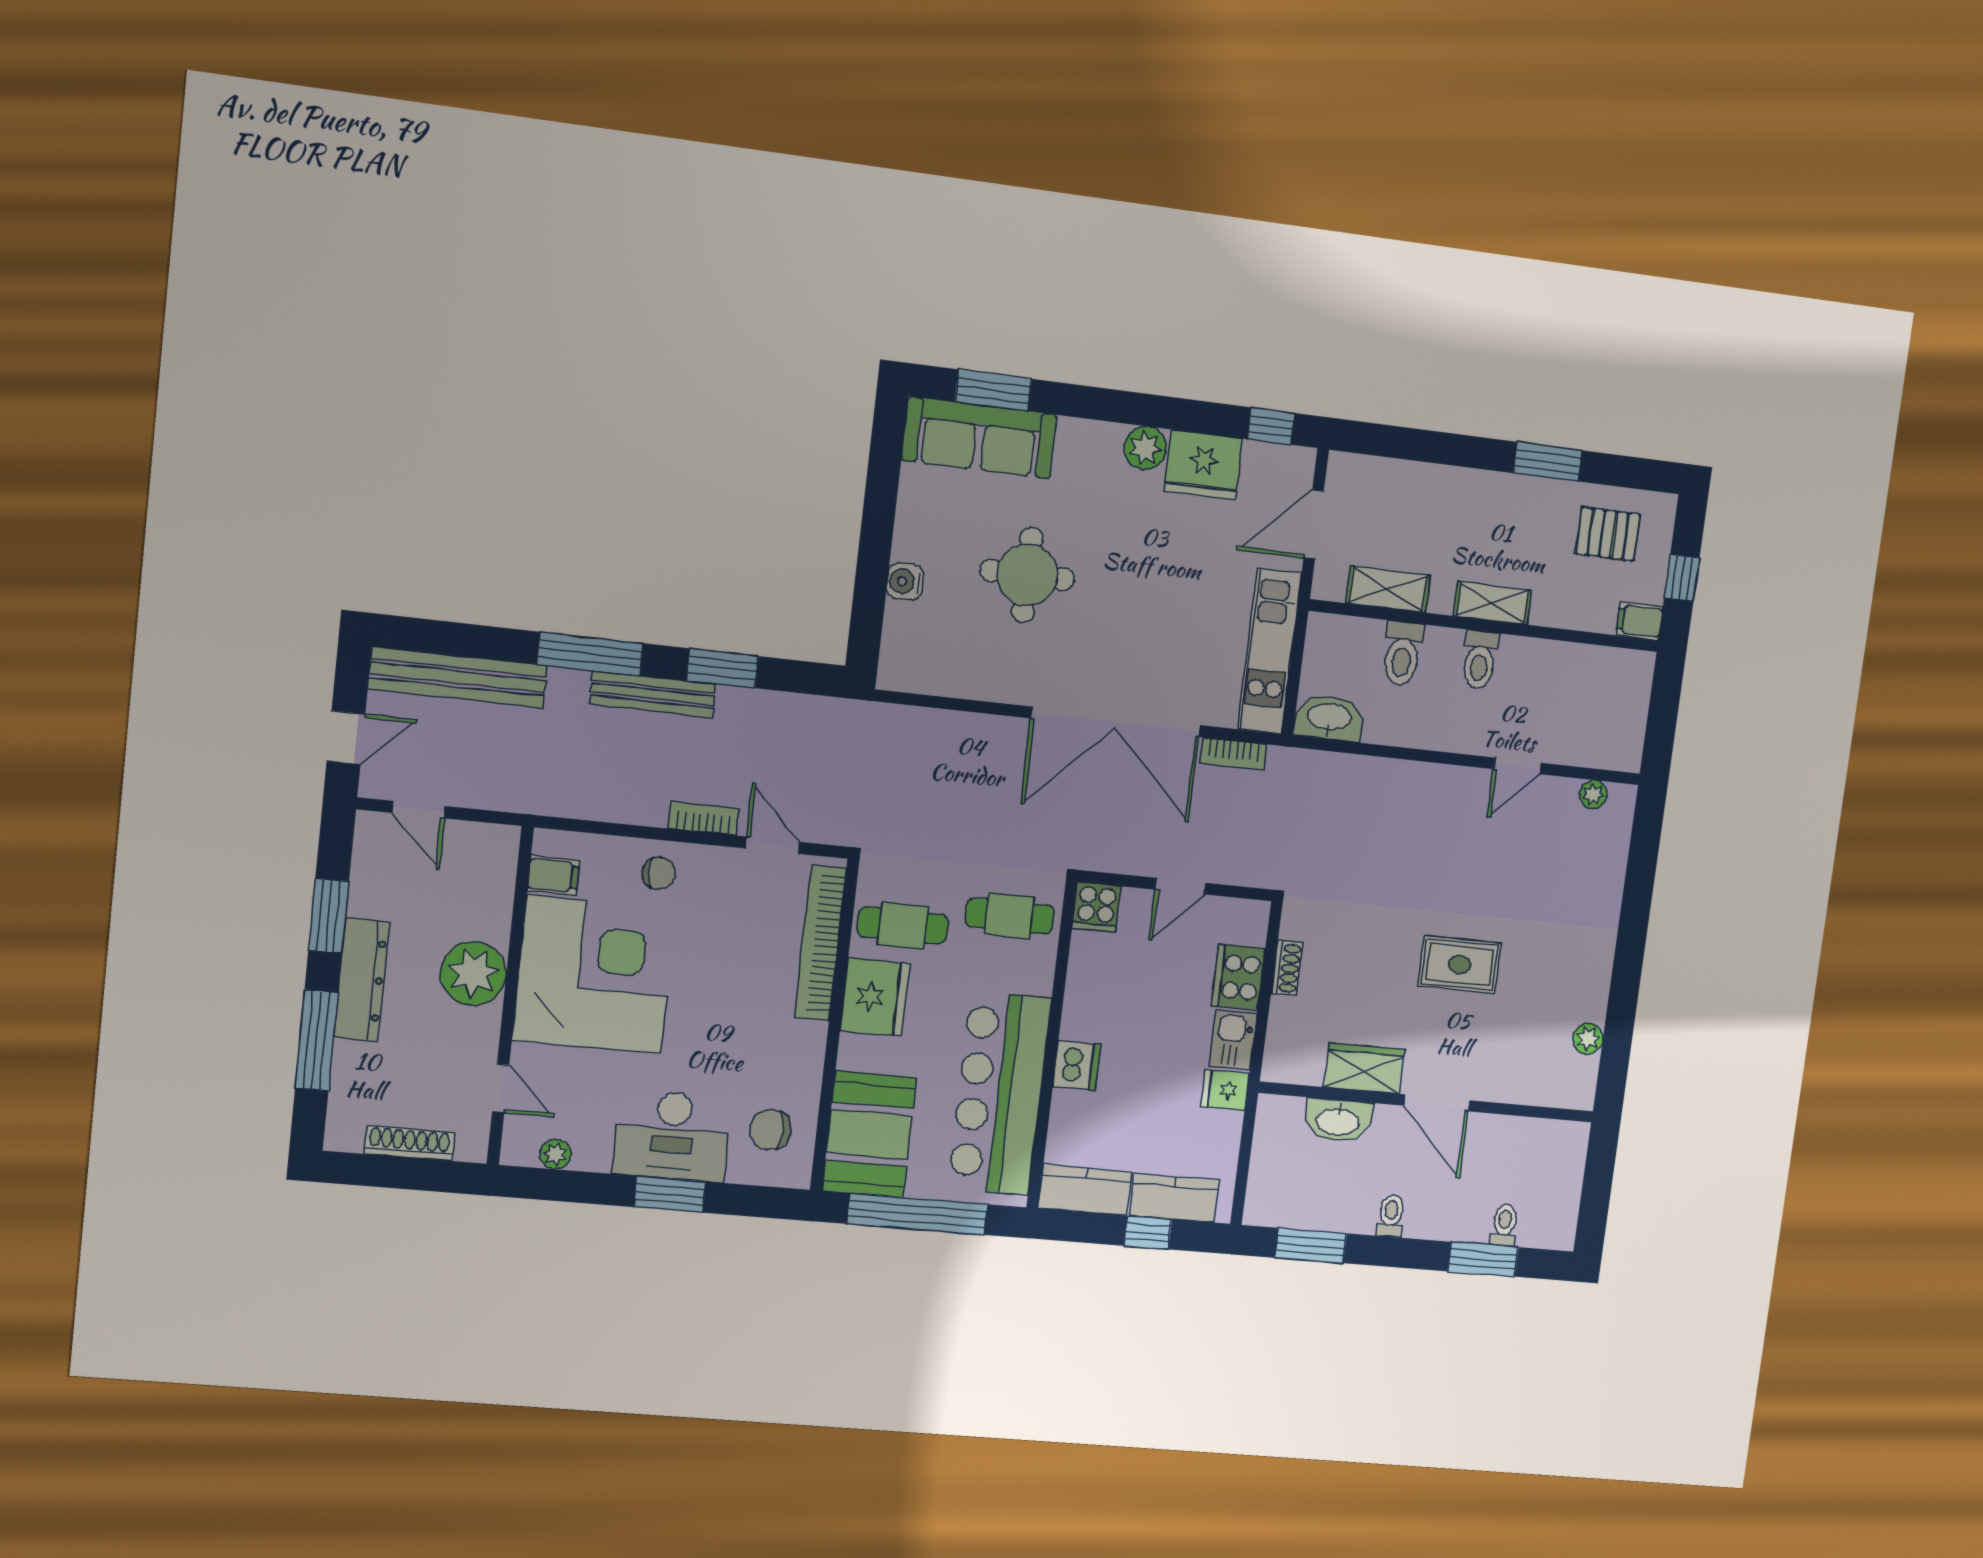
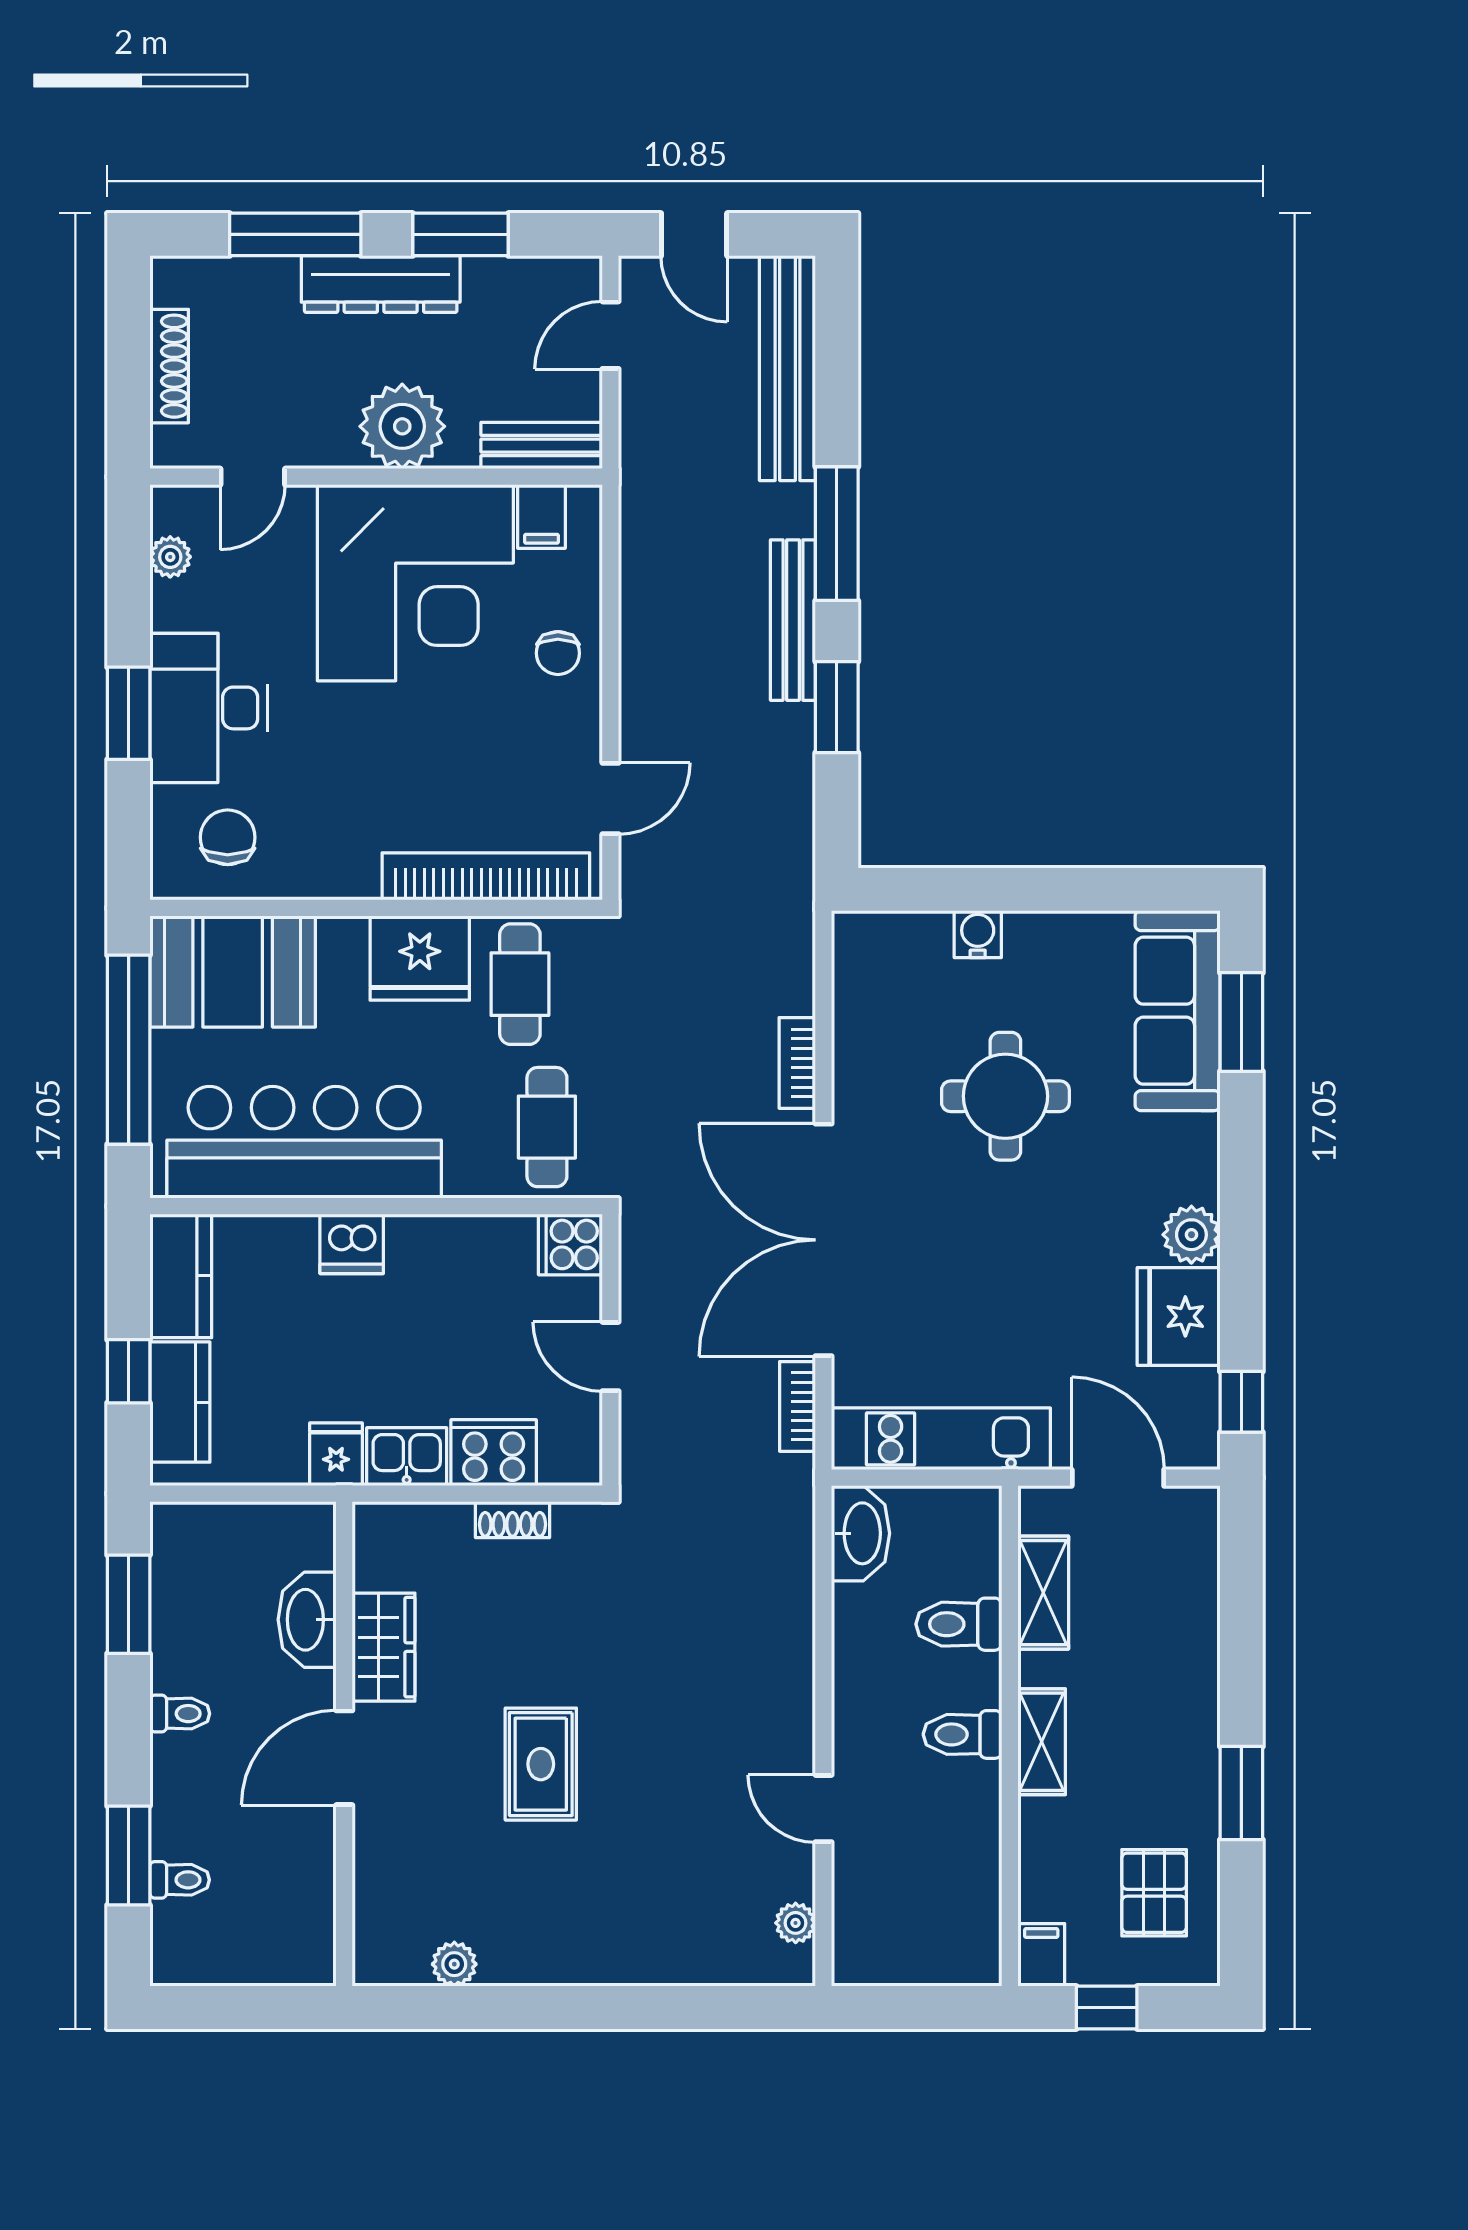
bookcase: (704, 818) -> (797, 1063), moved, turned 180
bench: (499, 870) -> (542, 446), added

